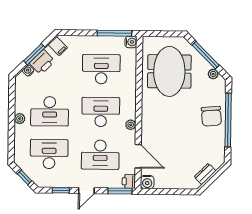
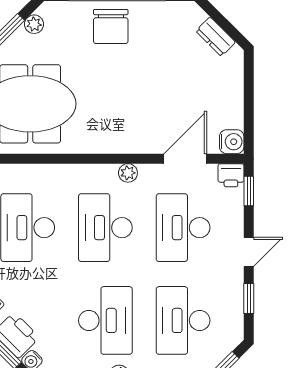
chair: (211, 116) -> (111, 27), turned 95
desk: (100, 155) -> (183, 228), turned 180
door: (86, 191) -> (249, 252), hinge flipped
window: (120, 191) -> (249, 191), width x0.67

